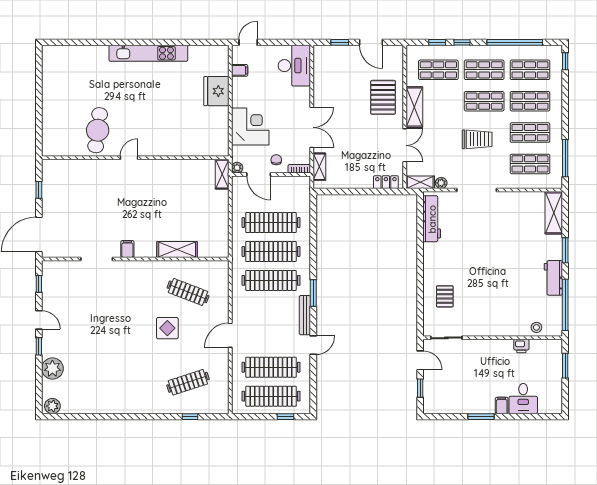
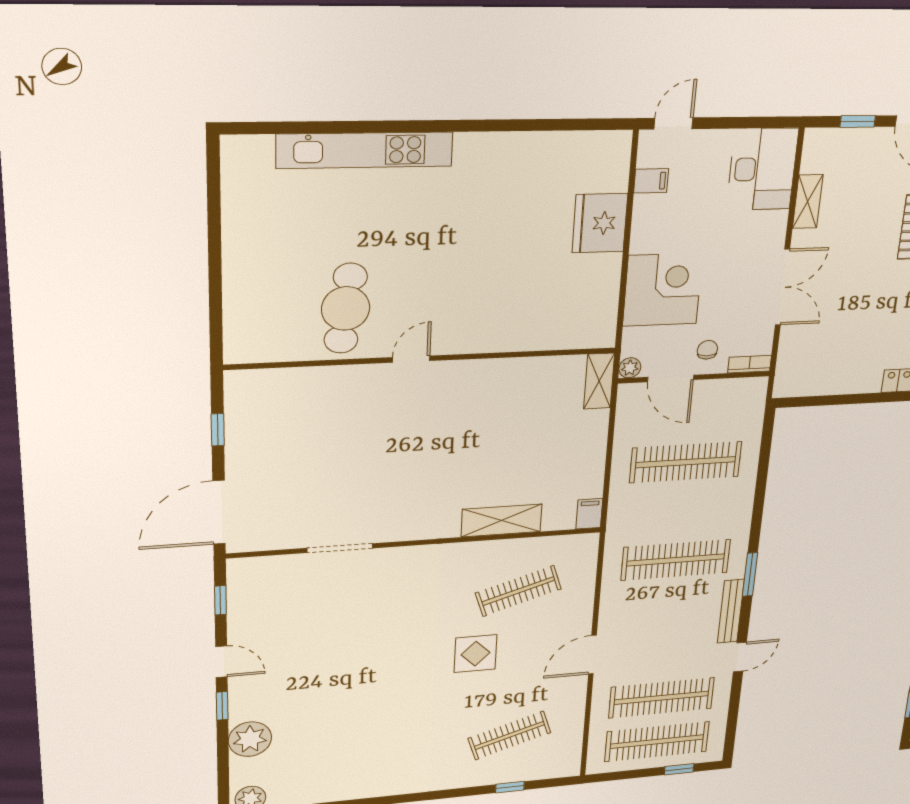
kitchen unit: (148, 53) -> (365, 150), moved
shelving: (319, 167) -> (808, 202), moved
filing cabinet: (127, 249) -> (589, 514), moved
clothes rail: (271, 251) -> (681, 512), removed
clothes rail: (188, 292) -> (518, 591), turned -39

